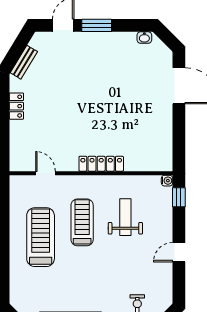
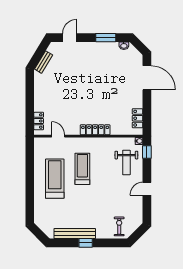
window: (97, 25) -> (106, 38), moved
locker: (16, 106) -> (39, 121), moved
locker: (165, 146) -> (138, 118), added
weight bench: (125, 217) -> (126, 162), moved, turned 180

